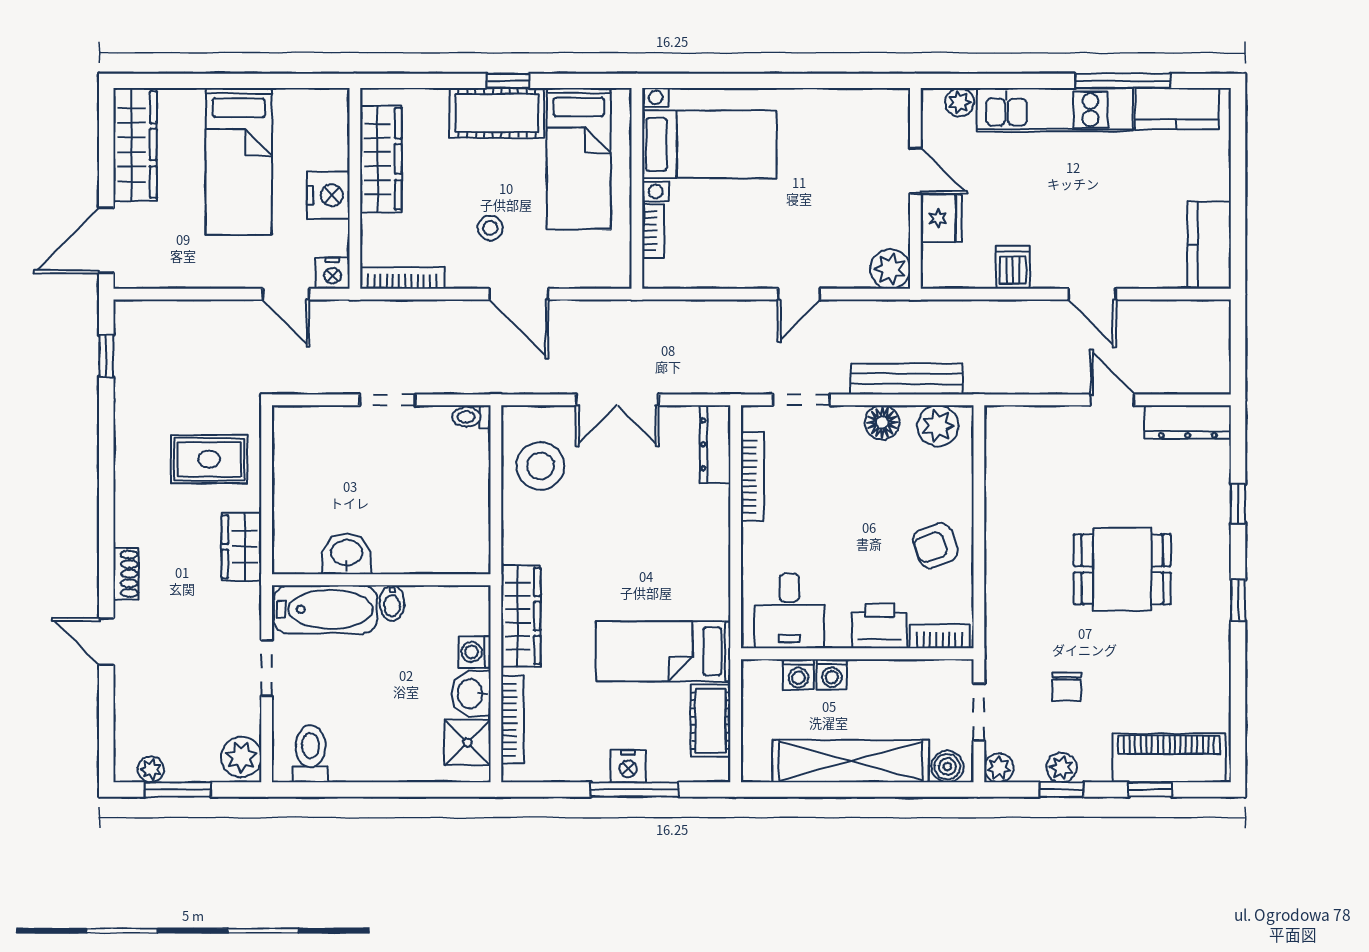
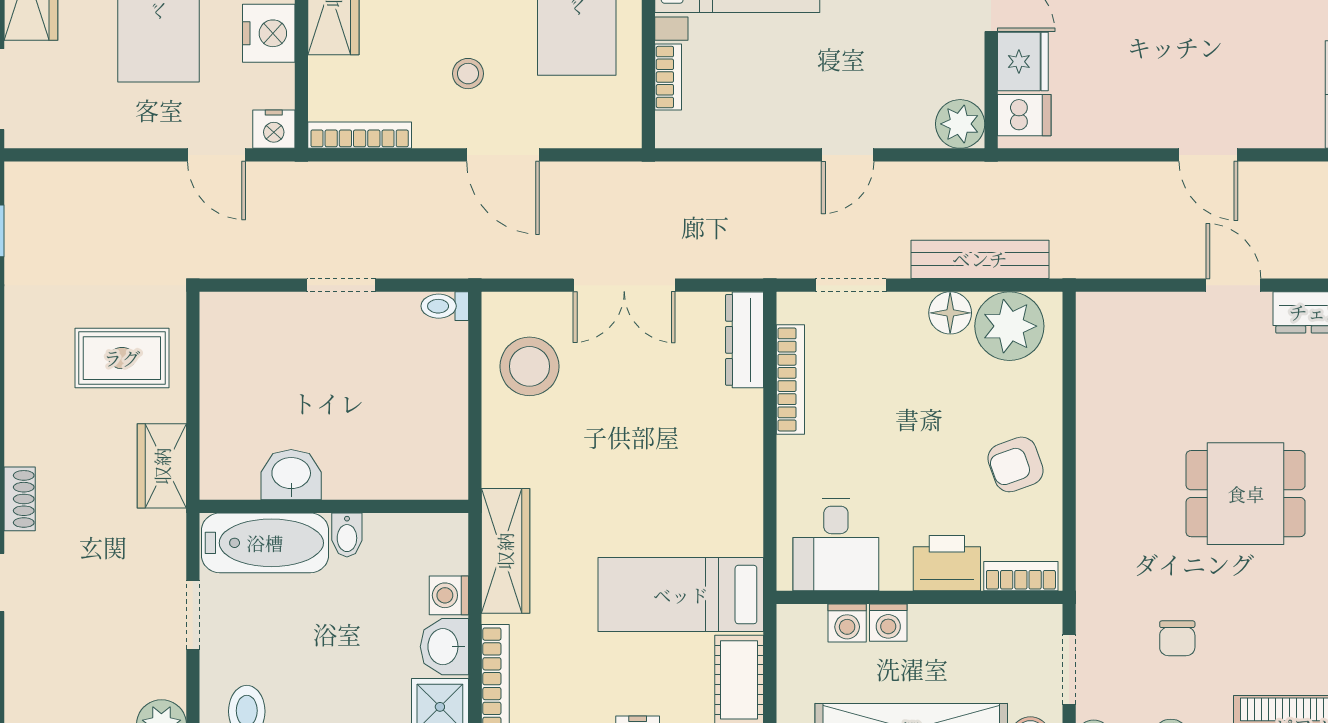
dishwasher: (1013, 267) -> (1024, 115), moved, turned 90
plant: (938, 426) -> (1009, 326), width x1.36, depth x1.36

